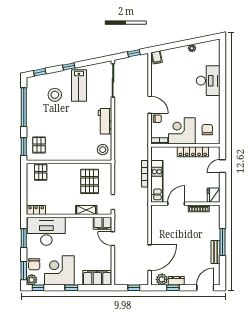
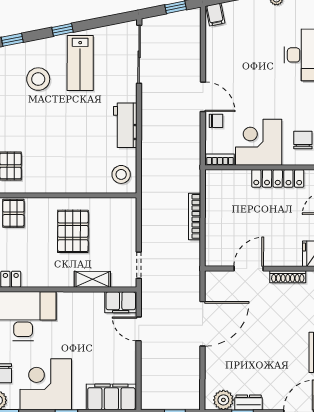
pallet: (90, 181) -> (73, 231), moved
kitchen unit: (157, 181) -> (215, 230), removed
door: (150, 258) -> (203, 324), moved

